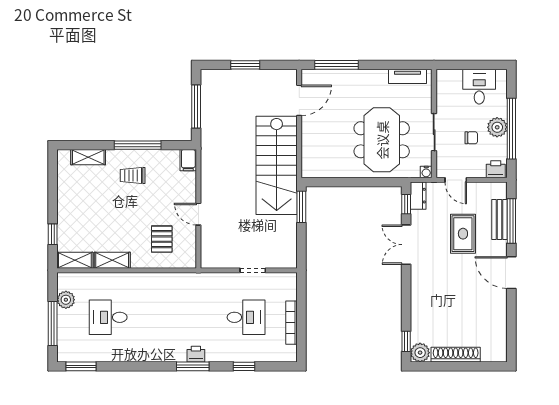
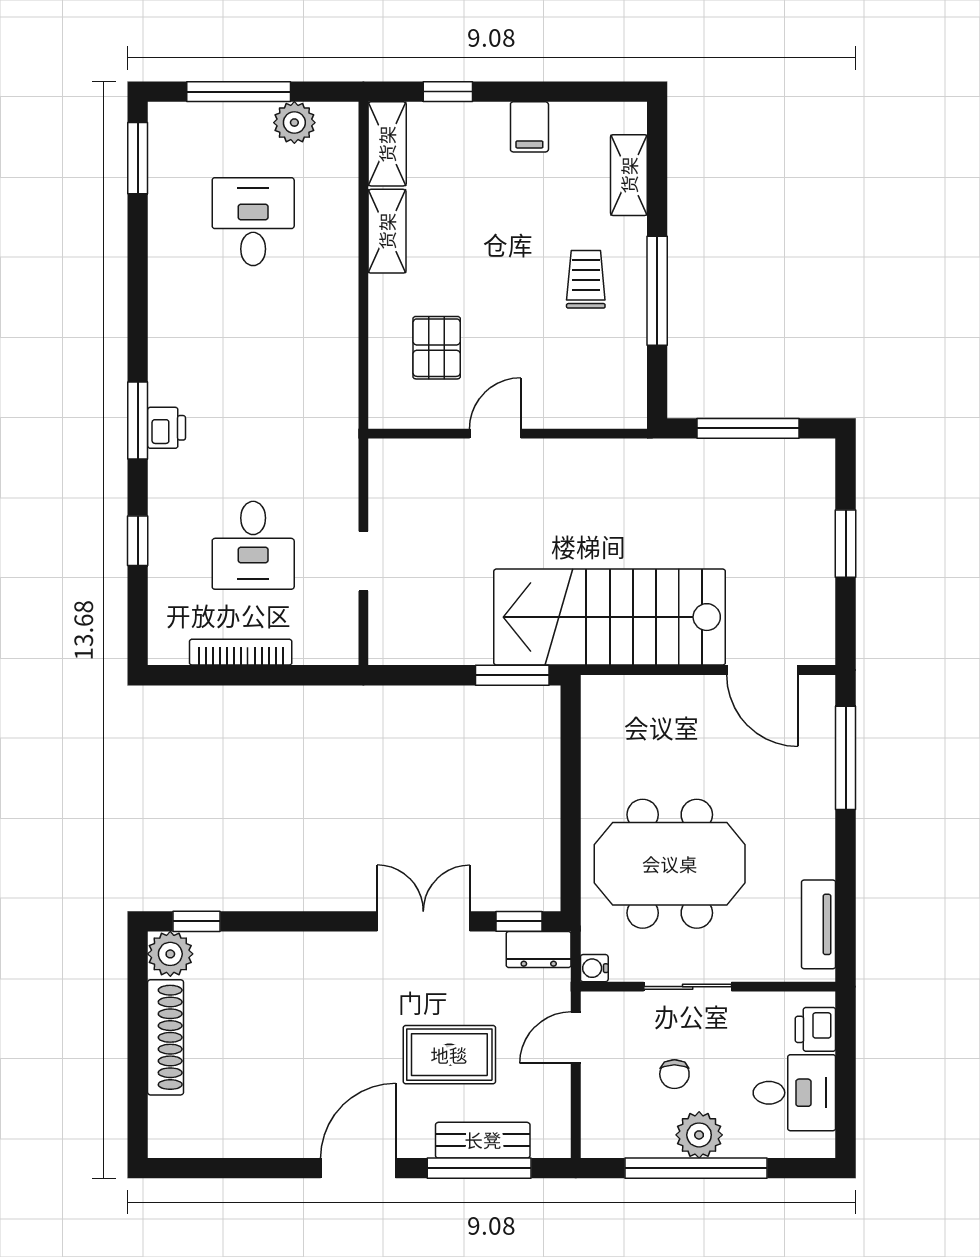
filing cabinet: (188, 160) -> (529, 127), moved, turned -90
printer: (496, 169) -> (815, 1029), moved, turned 180
pallet: (162, 239) -> (437, 348), turned 90

